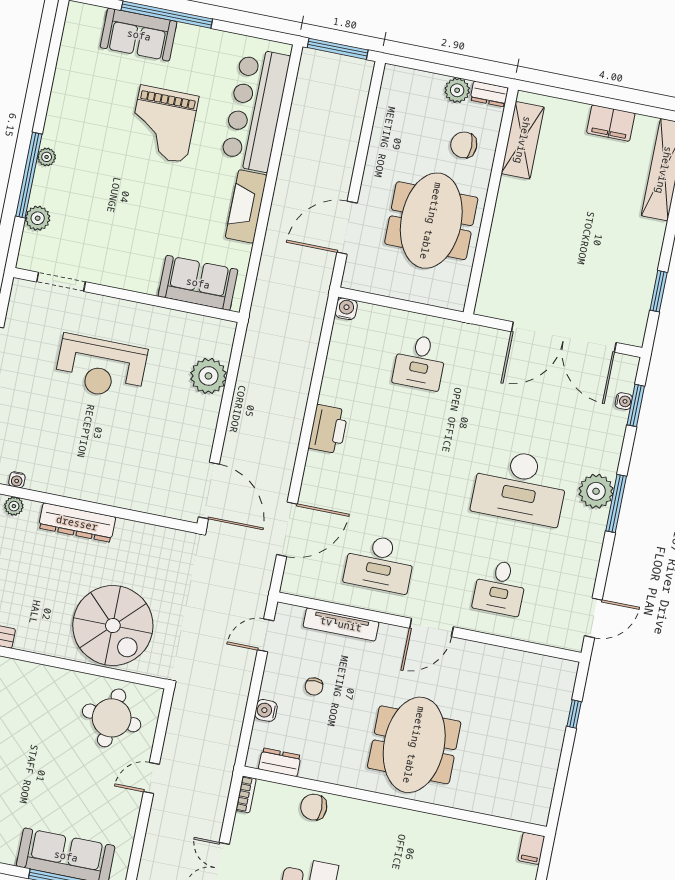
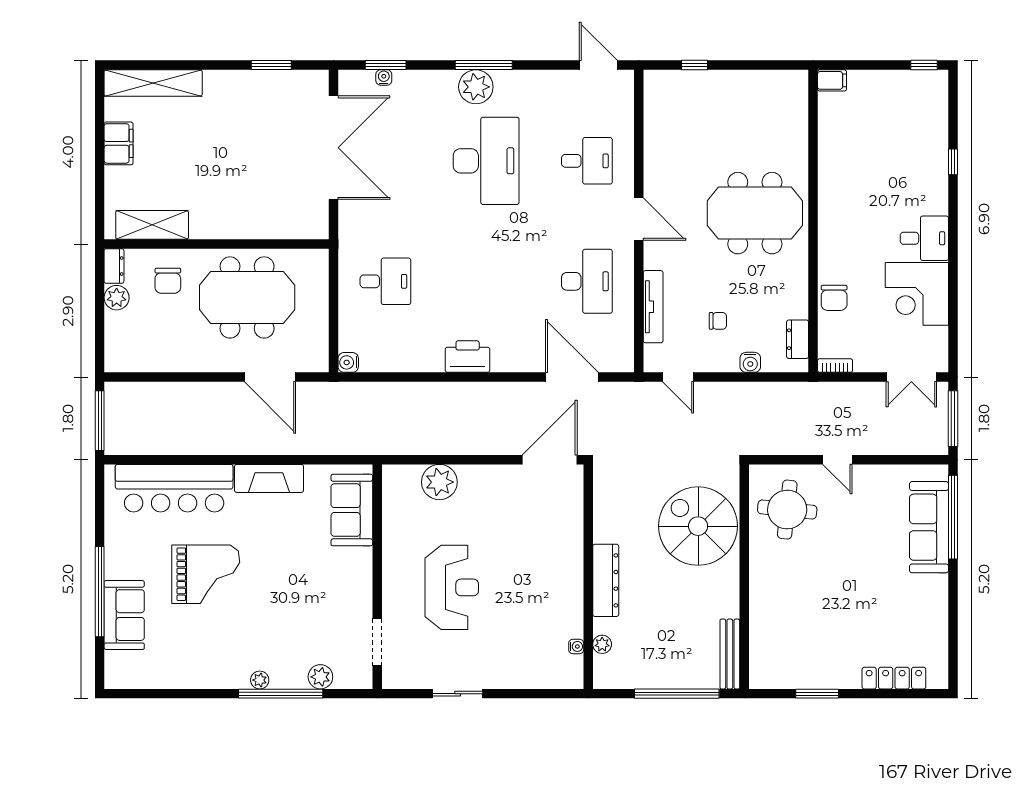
spiral stairs: (113, 626) -> (698, 526), turned -90

